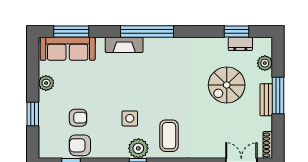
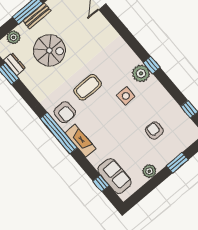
window: (71, 32) -> (101, 183), width x0.46
sofa: (68, 49) -> (115, 176), width x0.73
coffee table: (169, 136) -> (88, 87), moved
armchair: (80, 145) -> (65, 112), moved

